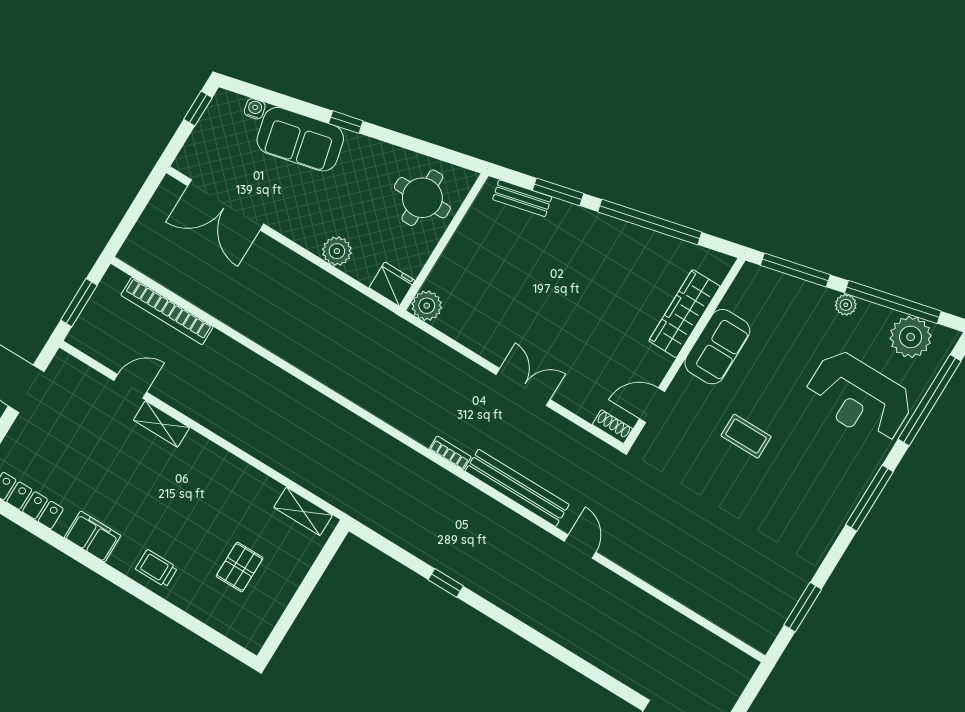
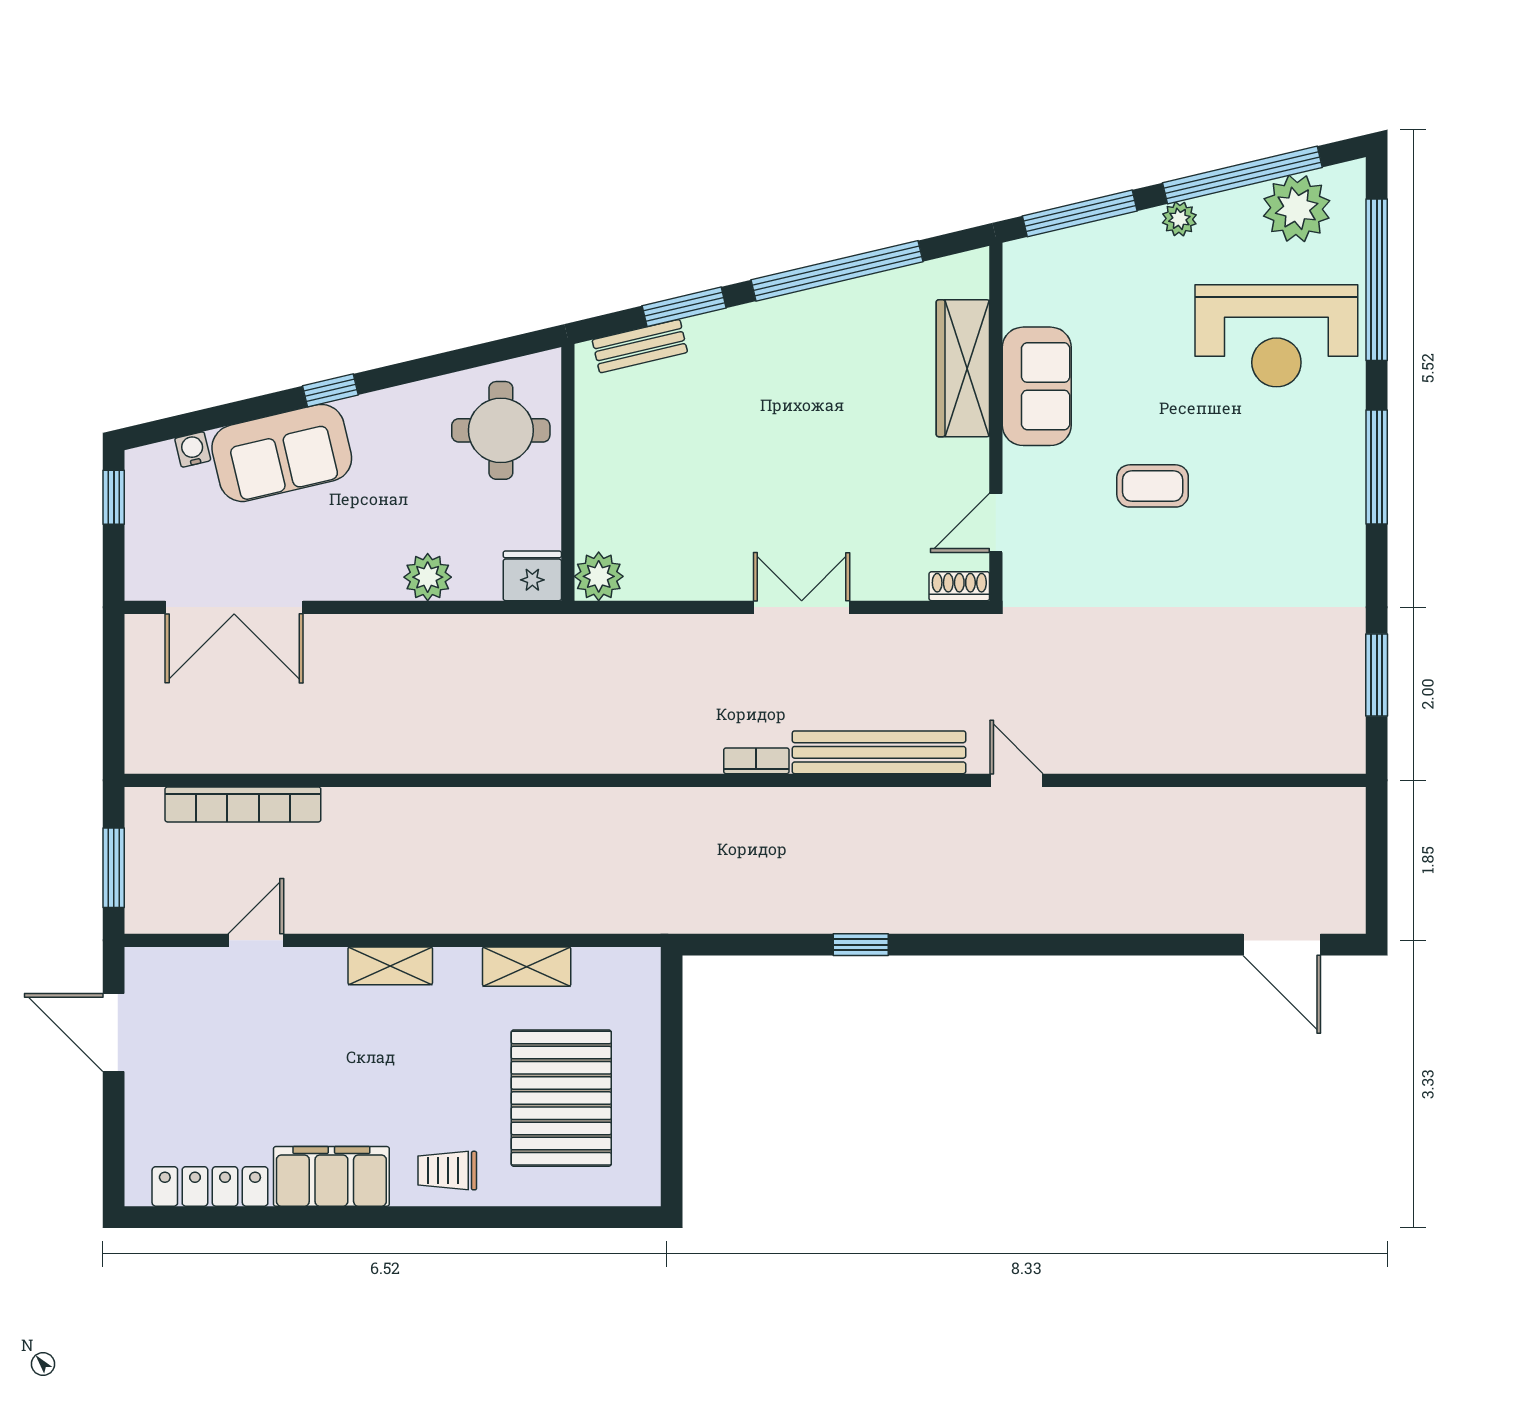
shelving: (161, 424) -> (390, 966), moved
shelving: (303, 511) -> (527, 967), moved
filing cabinet: (93, 536) -> (331, 1176), width x1.50, depth x1.17
pallet: (240, 567) -> (561, 1098), width x2.05, depth x2.00

